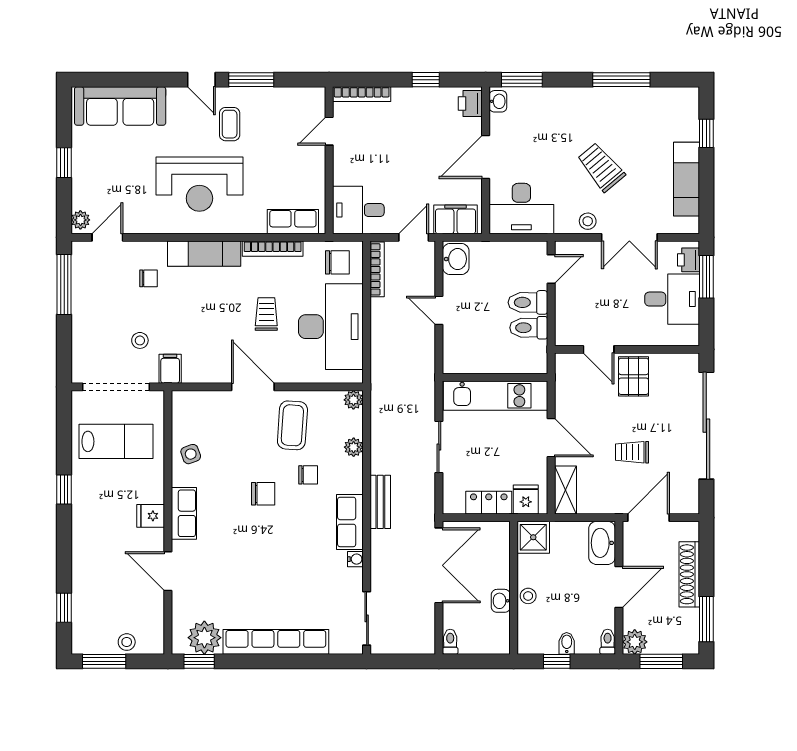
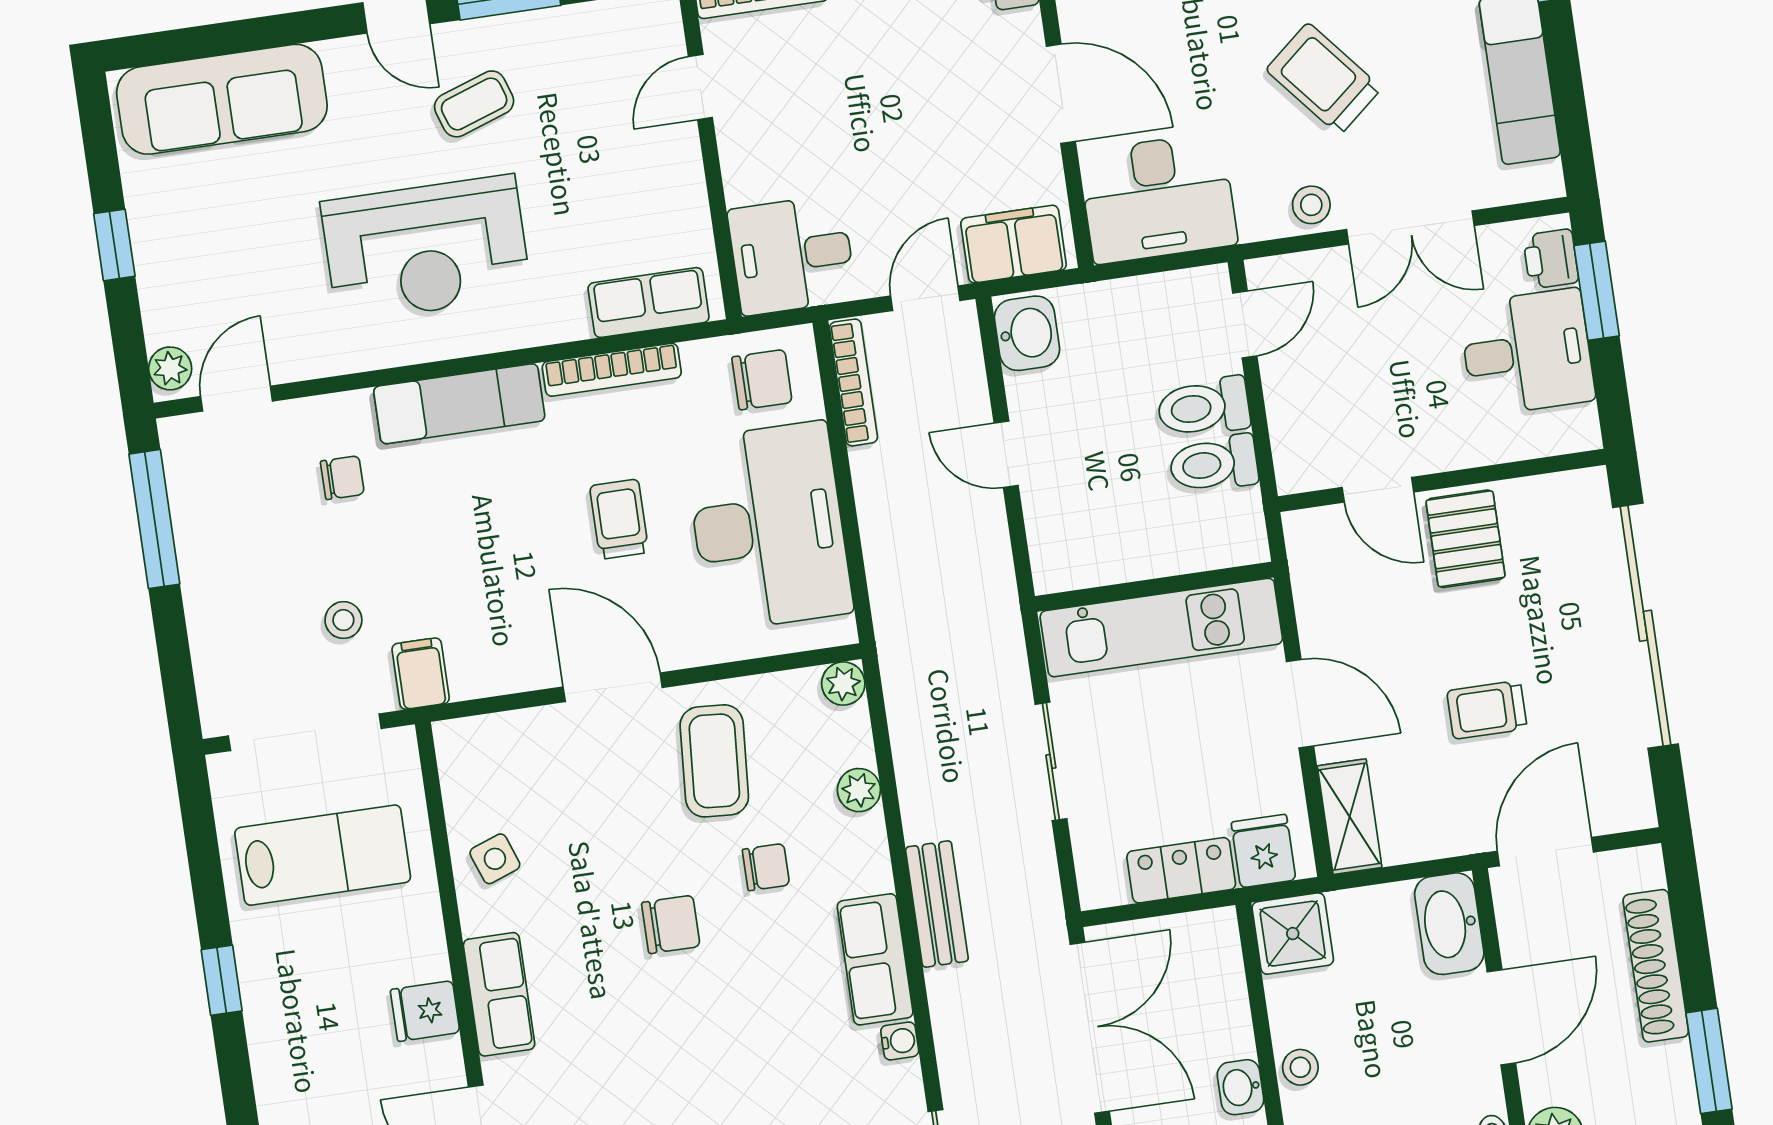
coffee table: (230, 124) -> (474, 104), turned 71
door: (486, 157) -> (1061, 94), swing flipped

